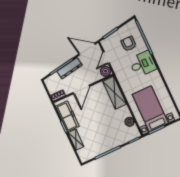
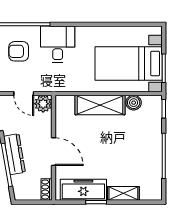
shelving: (115, 93) -> (100, 105), moved

